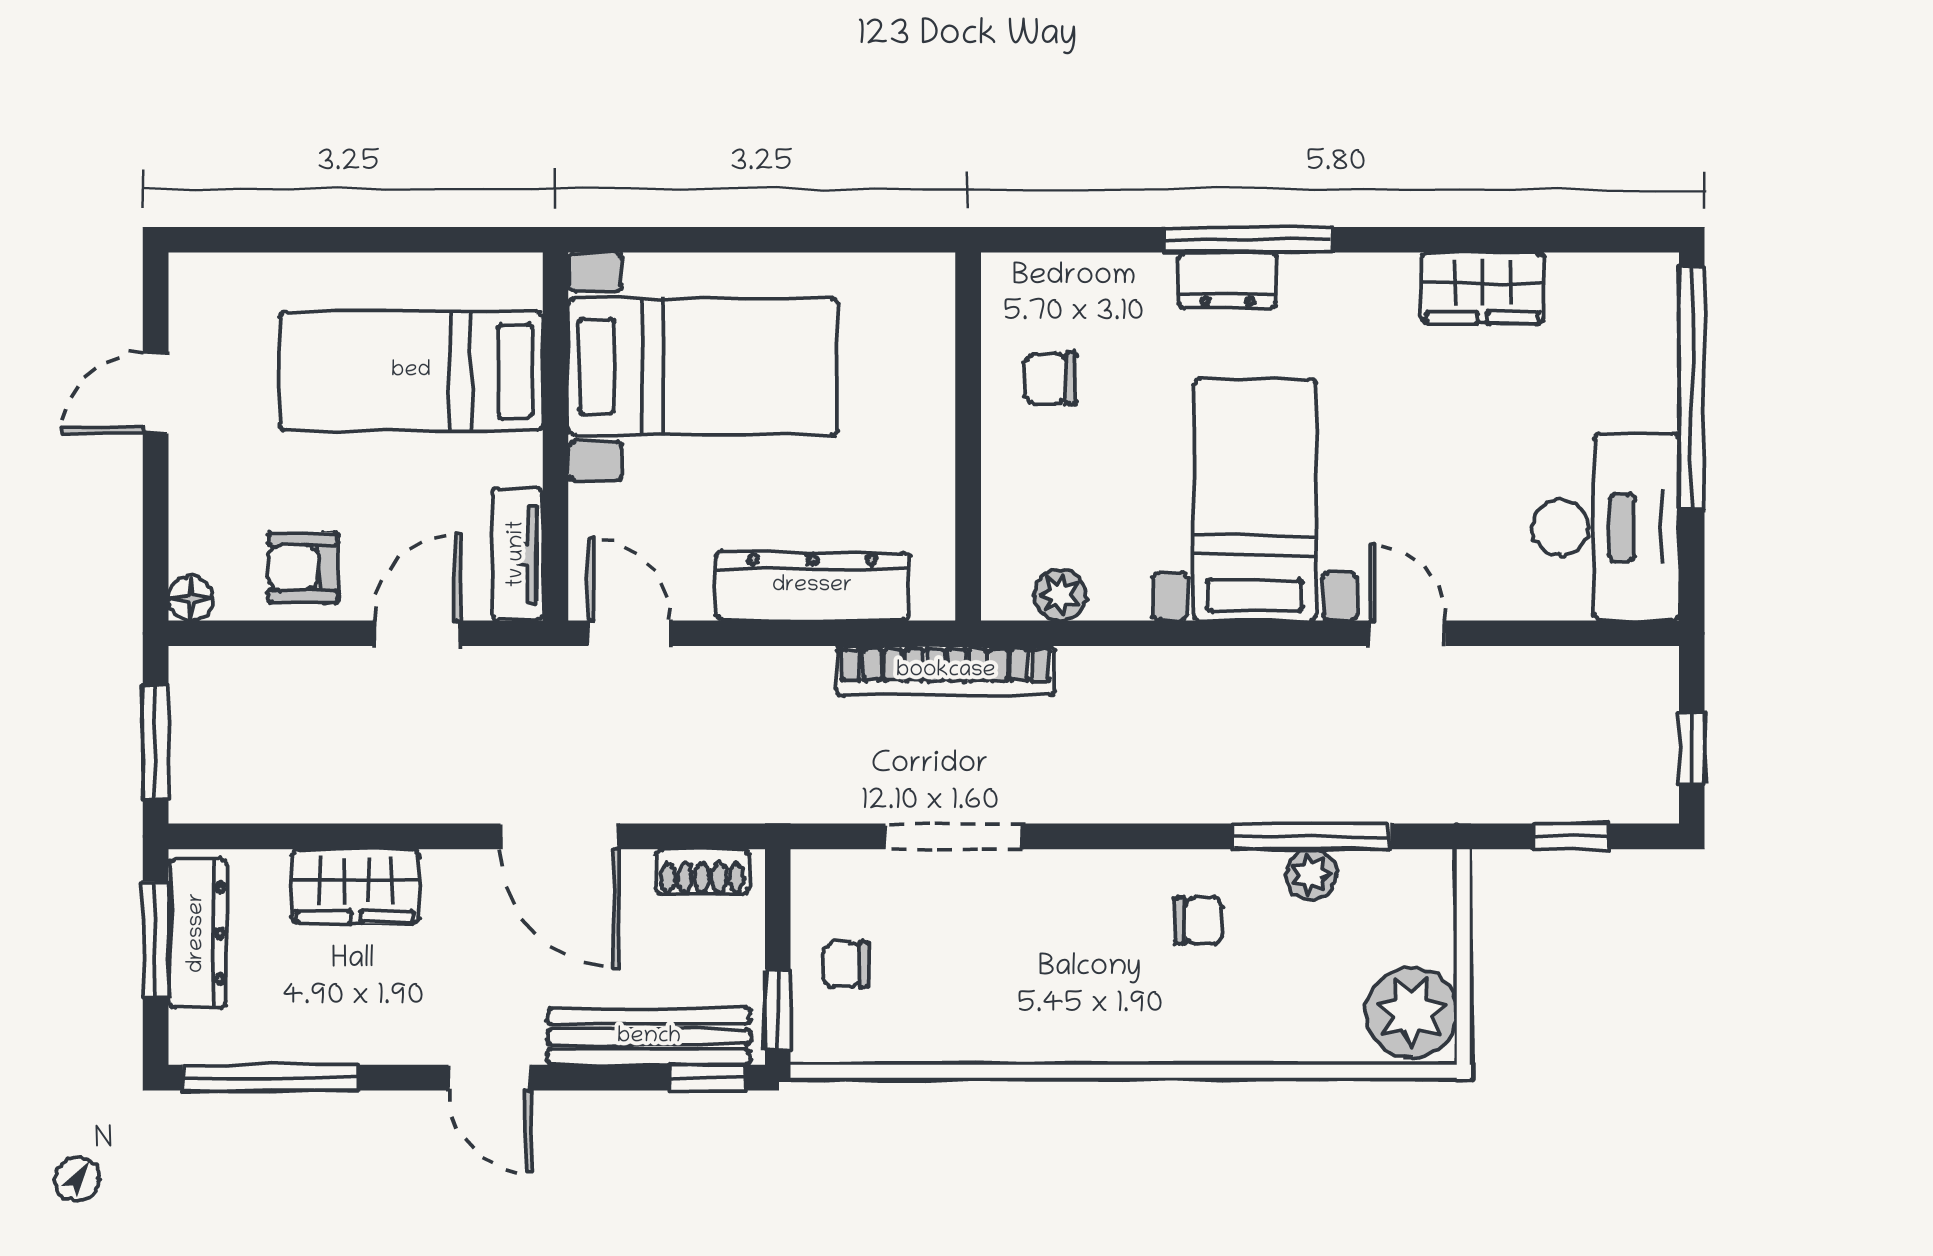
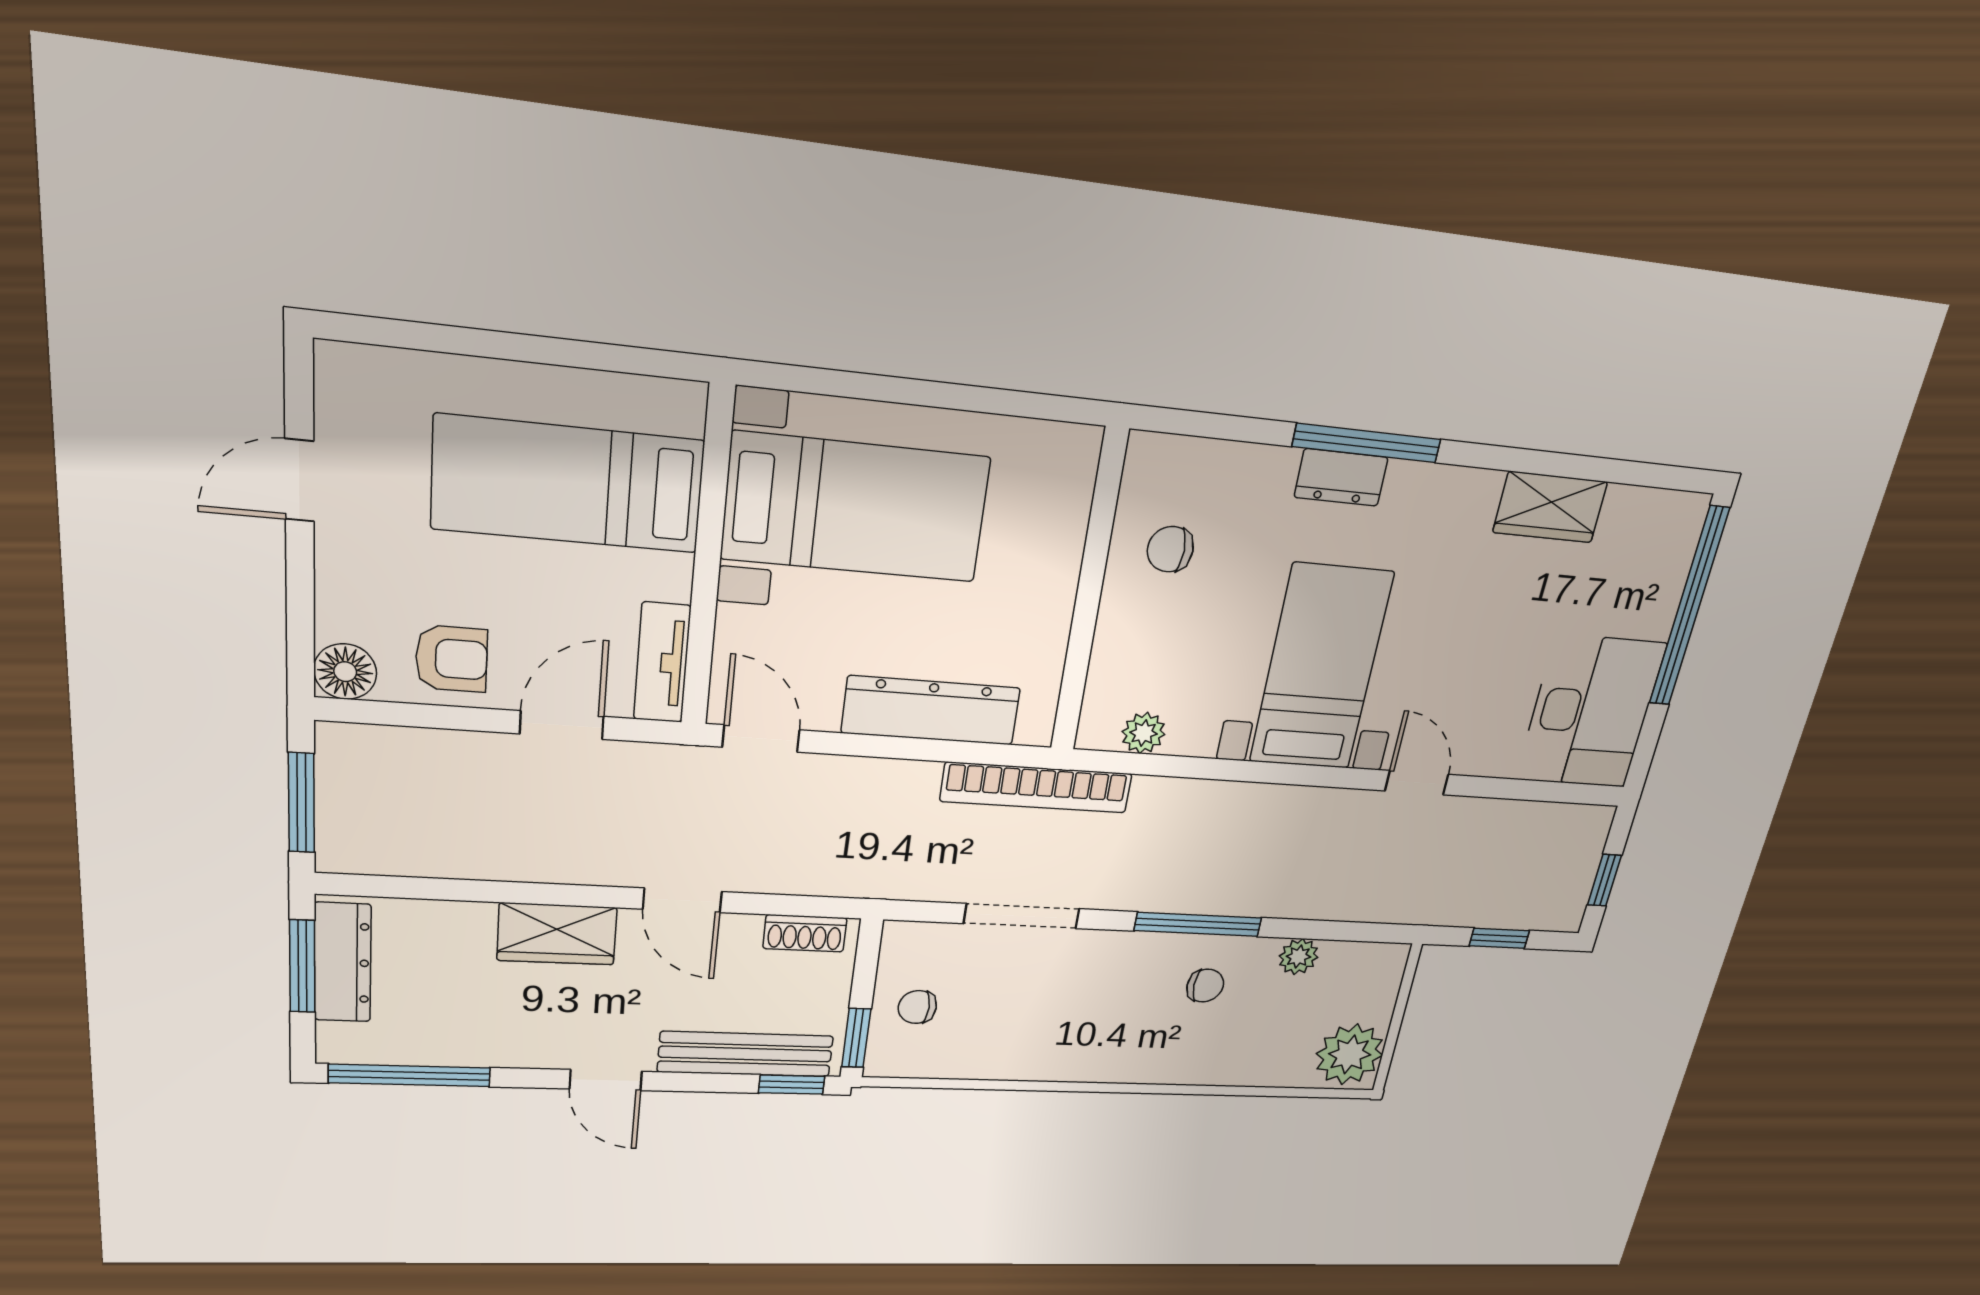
armchair: (303, 567) -> (451, 659), turned 180
floor lamp: (191, 598) -> (345, 672), width x1.37, depth x1.37
door: (560, 836) -> (682, 900), width x0.73
window: (1312, 836) -> (1198, 924), moved
wardrobe: (356, 886) -> (557, 934), moved

